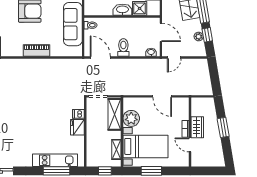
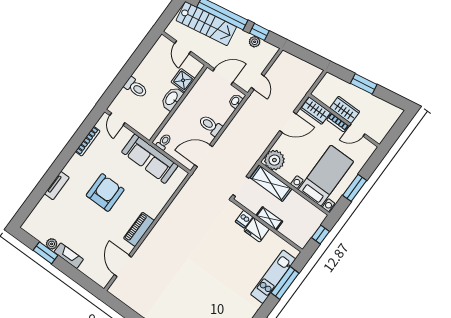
piano: (36, 51) -> (139, 229), moved
wardrobe: (183, 109) -> (315, 111), added
plant: (131, 118) -> (274, 160), moved
shelving: (116, 149) -> (269, 218), moved

